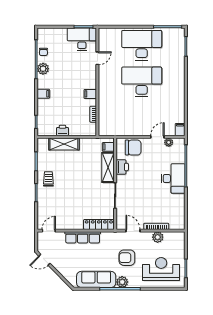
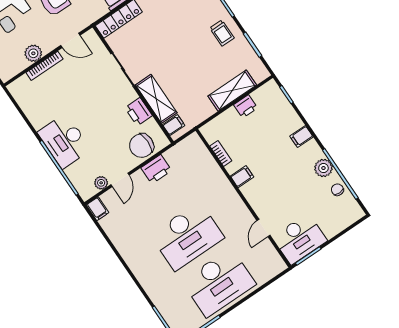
printer: (134, 129) -> (156, 169), added

